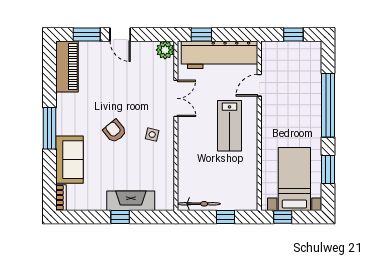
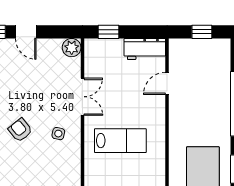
workbench: (220, 55) -> (145, 49), width x0.53, depth x0.76
lab bench: (229, 126) -> (120, 141), moved, turned -90

